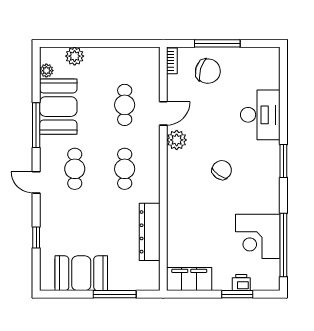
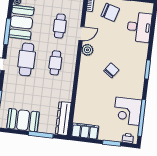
desk: (260, 115) -> (139, 27), moved
cafe table: (75, 169) -> (27, 59), width x1.37, depth x1.35
dresser: (150, 232) -> (63, 118), moved
printer: (241, 283) -> (128, 138), moved

